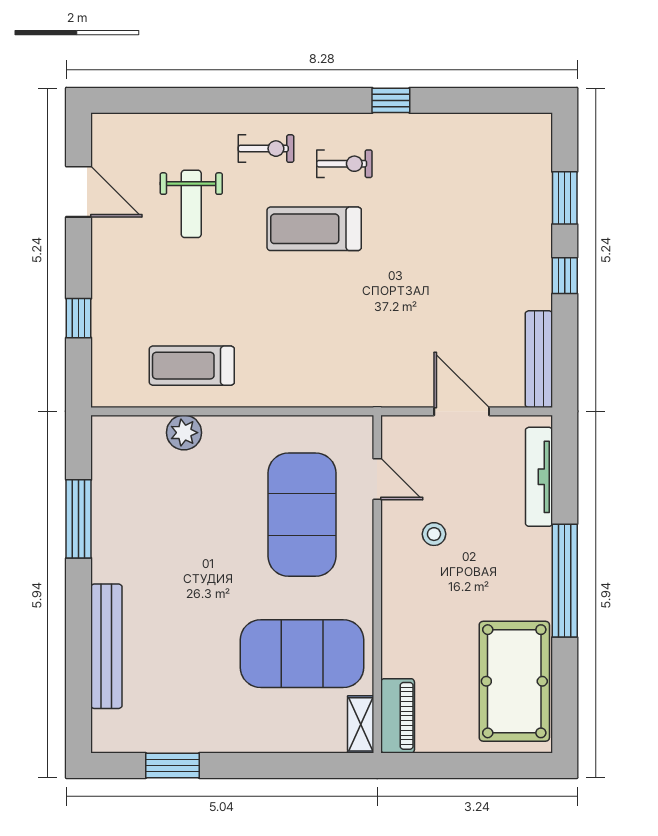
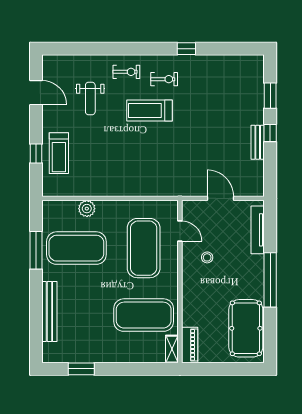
bench: (539, 359) -> (258, 142), moved, width x0.73
treadmill: (192, 366) -> (59, 153), moved, turned -90
exercise mat: (162, 515) -> (76, 248), added

